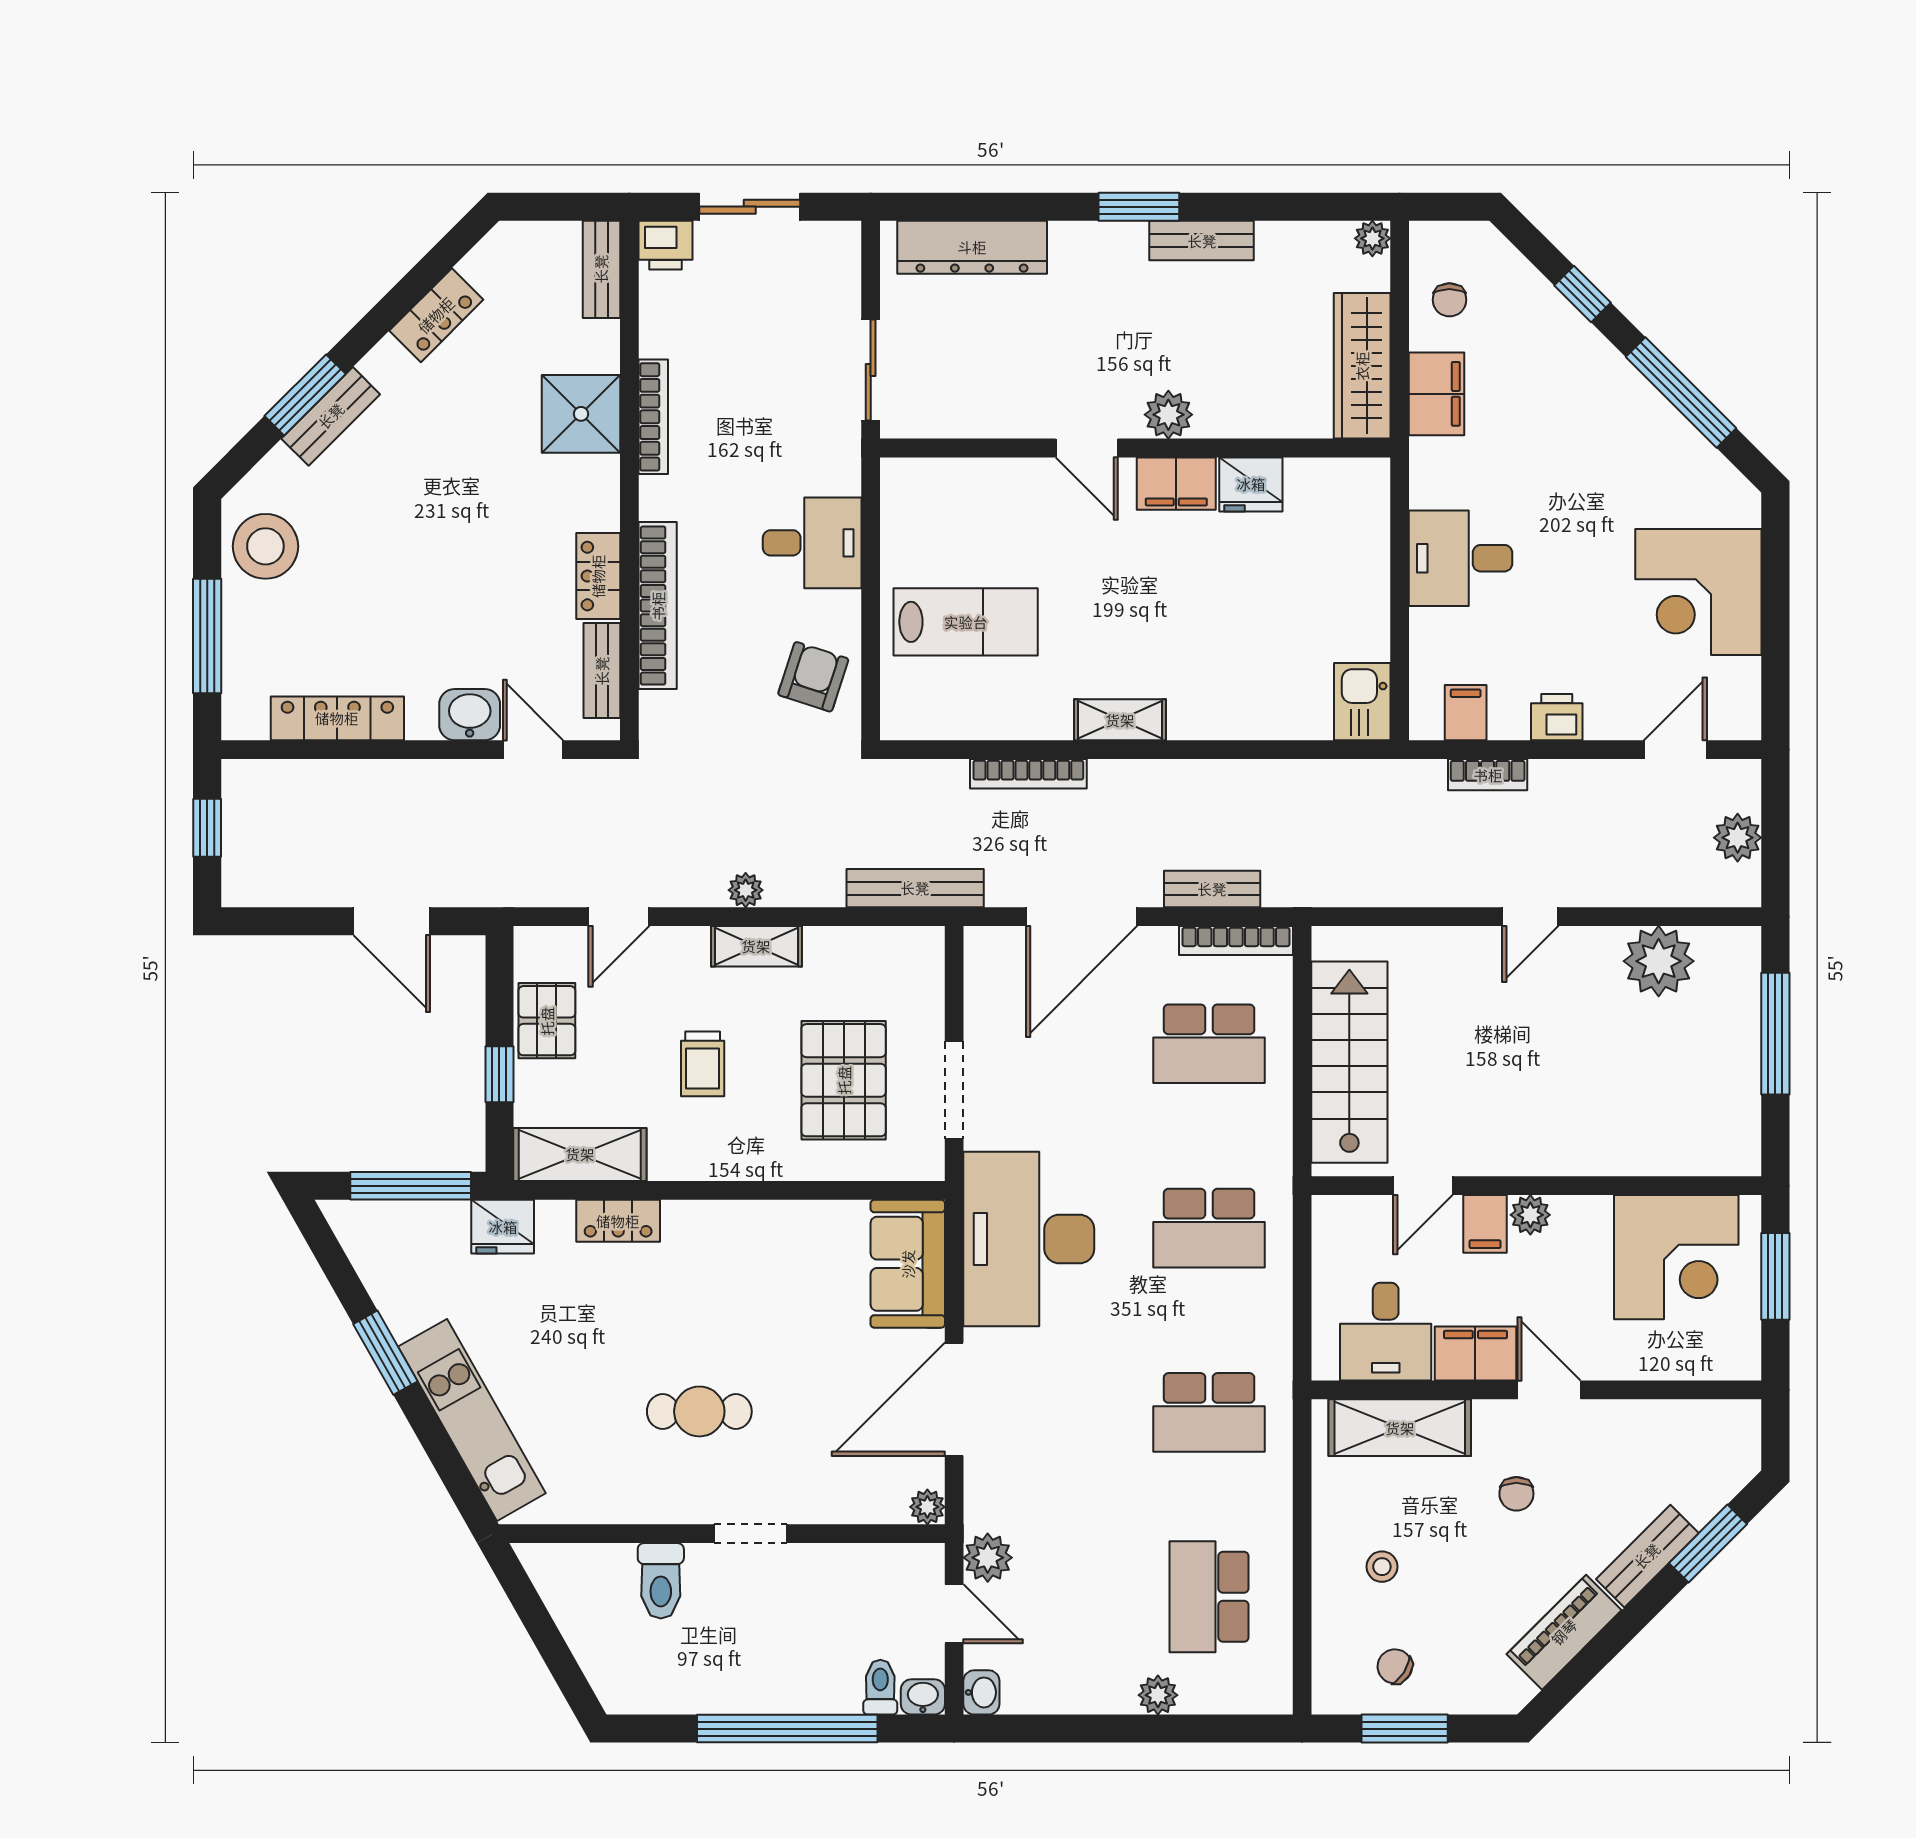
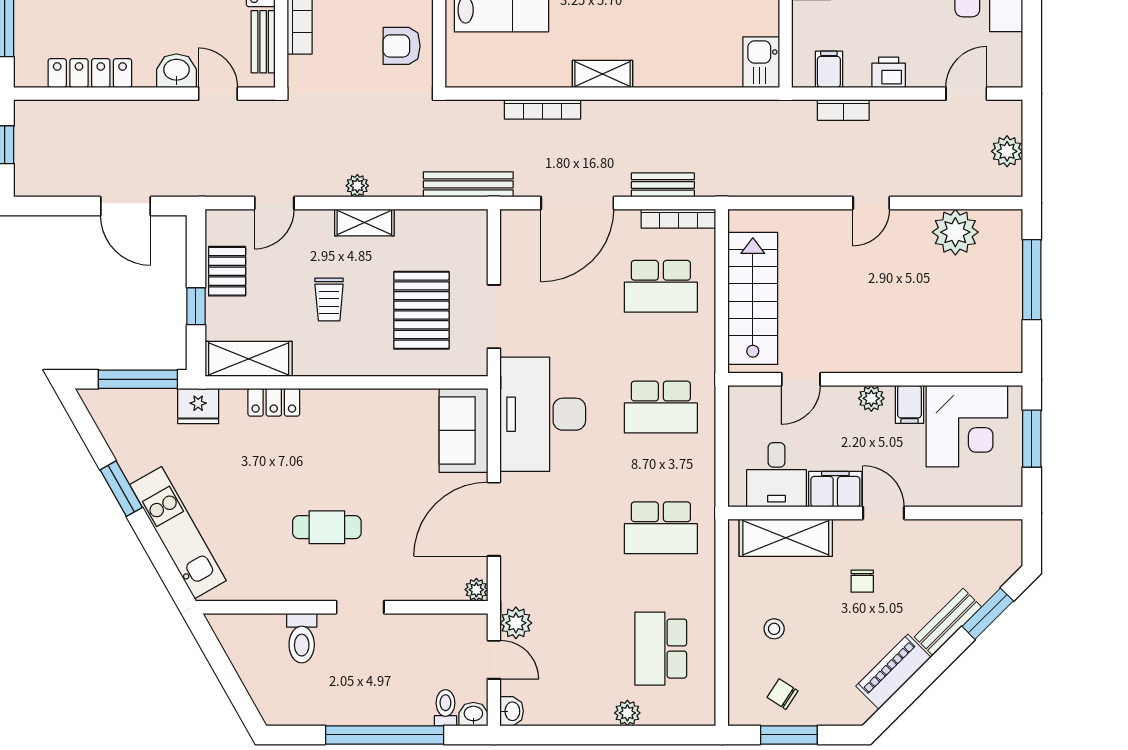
armchair: (813, 677) -> (402, 46), turned -108
filing cabinet: (1485, 1224) -> (909, 404), moved

